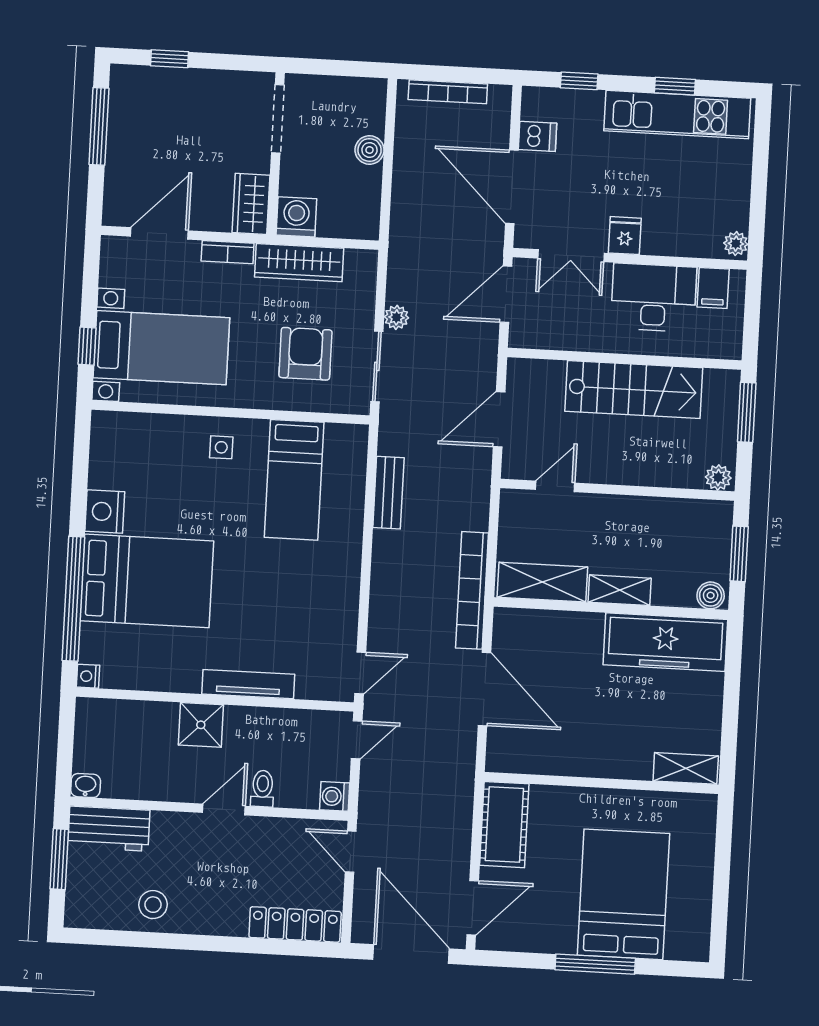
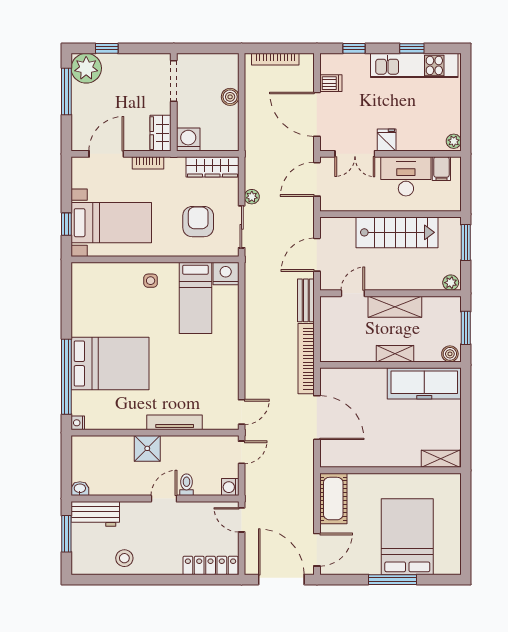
plant: (134, 90) -> (86, 68), added
wardrobe: (299, 263) -> (212, 167), moved
bench: (388, 493) -> (306, 300), moved
nightstand: (105, 512) -> (226, 274), moved, turned 90
shelving: (542, 582) -> (395, 307), moved

